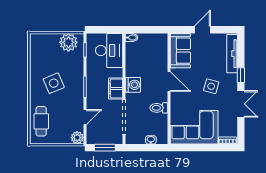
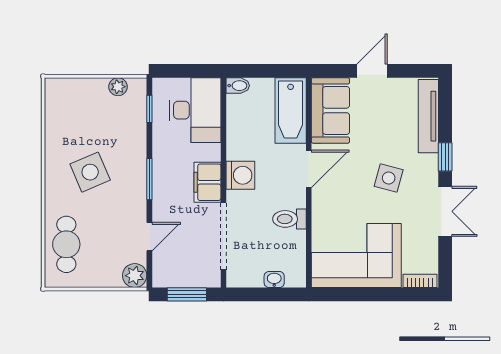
plant: (68, 42) -> (118, 87), width x0.53, depth x0.53
bathtub: (159, 51) -> (291, 110), added
door: (169, 81) -> (309, 169), hinge flipped

